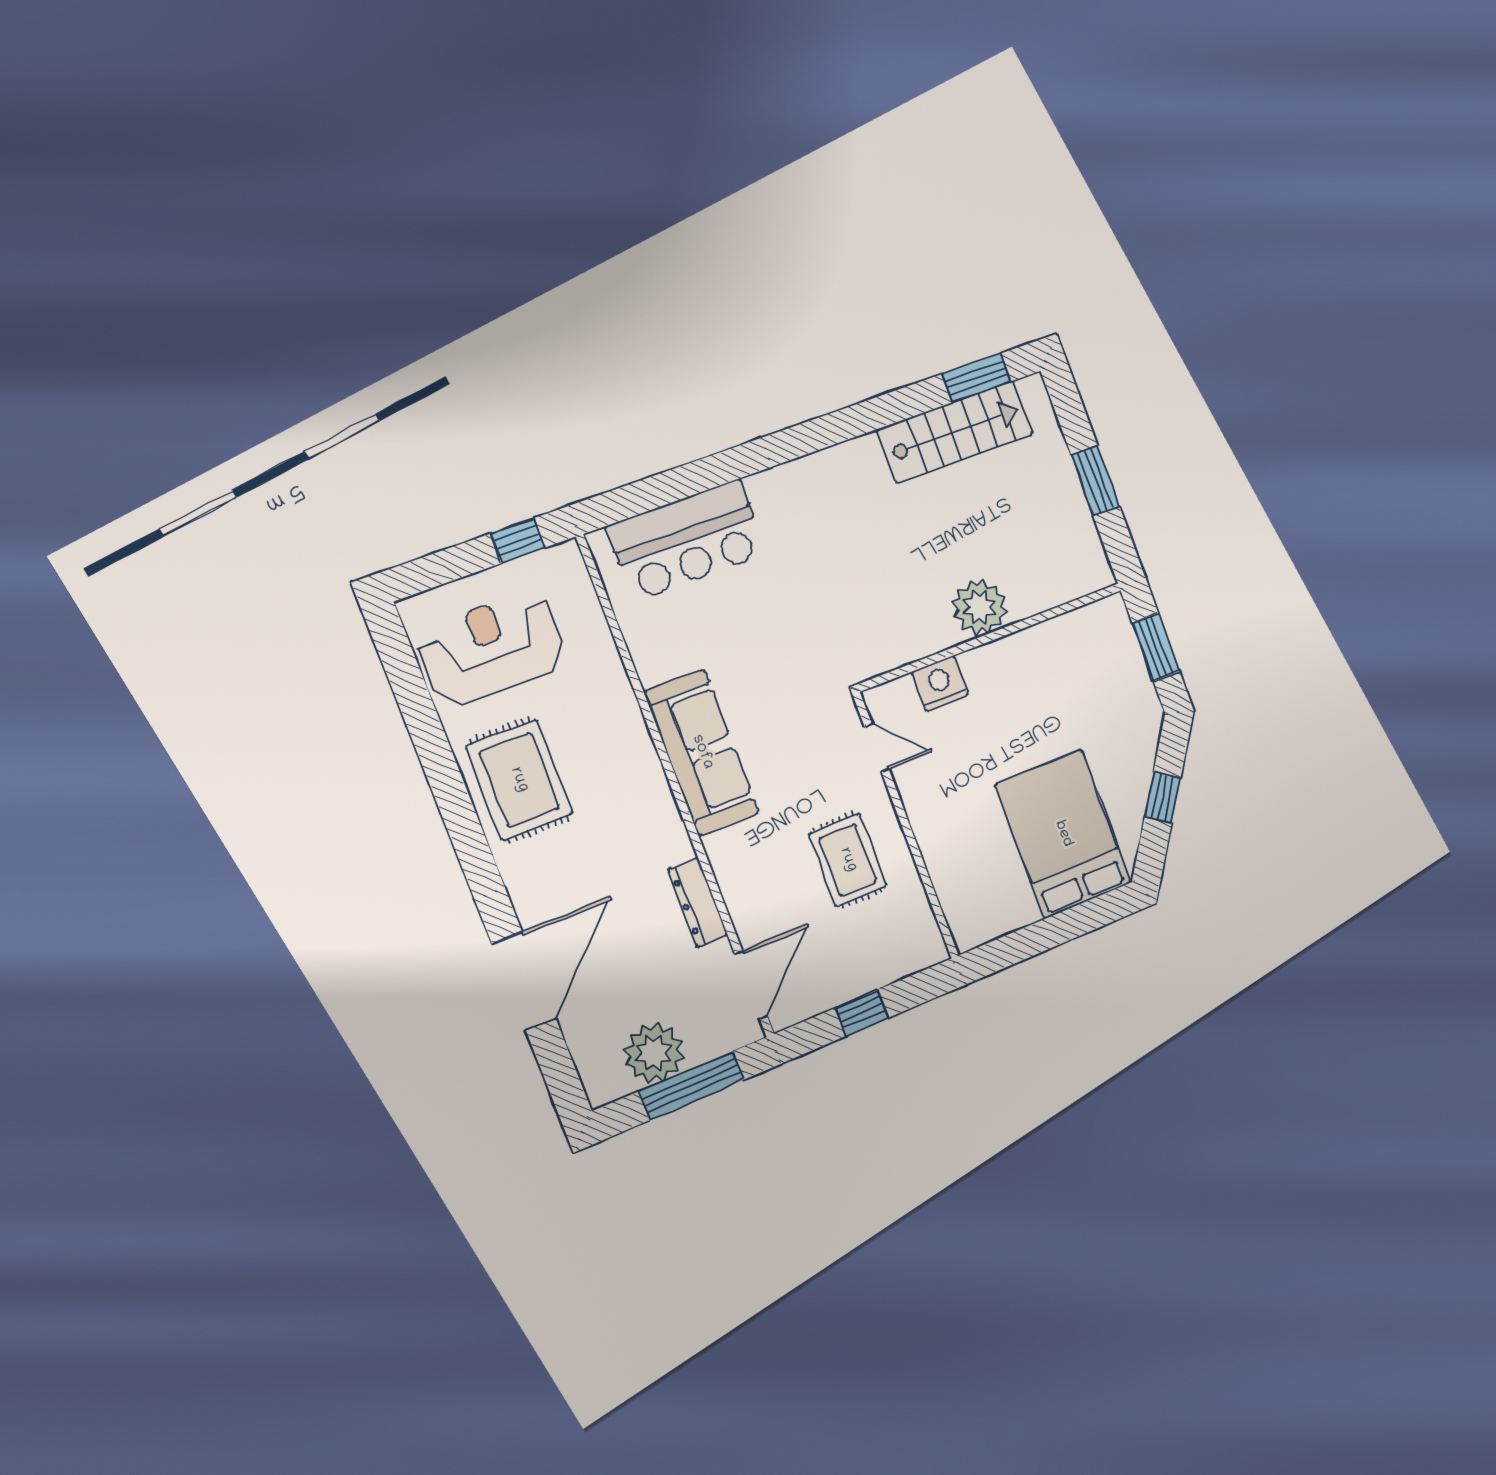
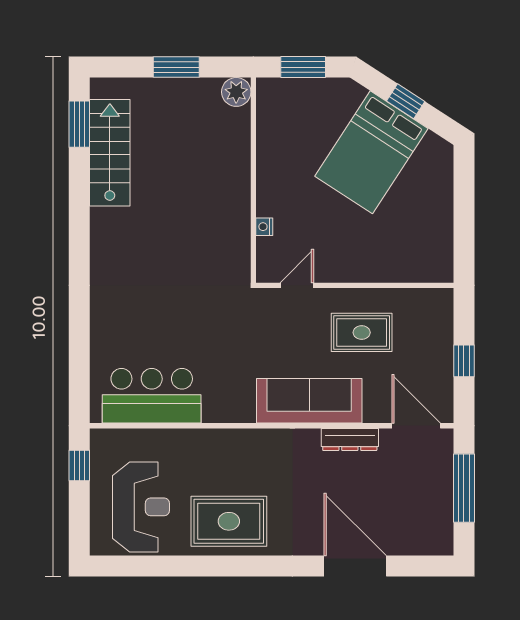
bar counter: (687, 540) -> (152, 396), moved, turned -90
plant: (980, 607) -> (236, 92), moved, width x0.73, depth x0.73
reception desk: (492, 649) -> (141, 507), turned 180
nightstand: (940, 683) -> (264, 227), width x0.53, depth x0.56
sofa: (702, 752) -> (309, 401), moved
bed: (1063, 834) -> (371, 152), moved, turned -57
plant: (654, 1053) -> (433, 504), removed

